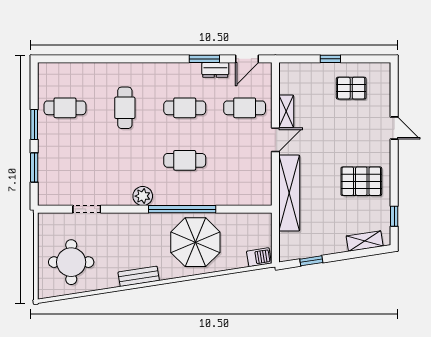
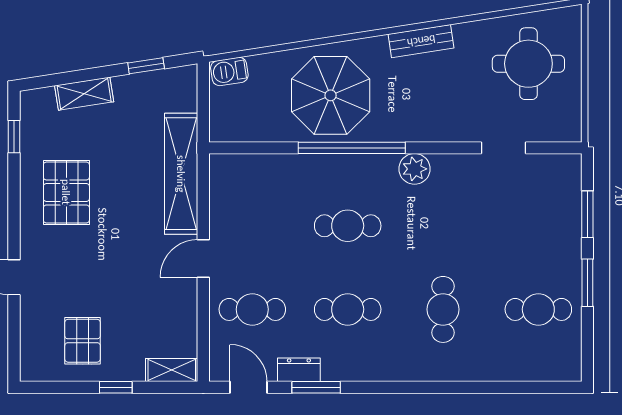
door: (247, 59) -> (248, 387), hinge flipped
pallet: (351, 88) -> (83, 341), turned 90
shelving: (286, 111) -> (172, 370), moved, turned 90
pallet: (361, 181) -> (66, 192), turned 90
shelving: (365, 241) -> (84, 94), moved

